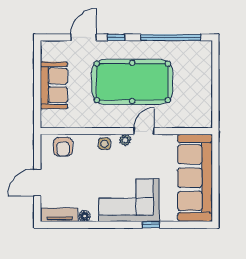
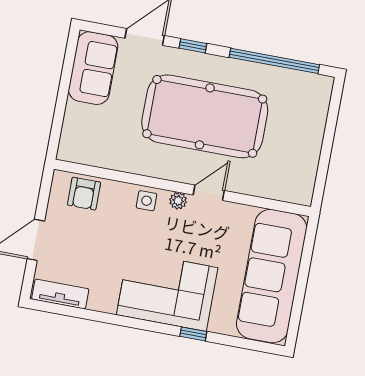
sofa: (54, 85) -> (93, 68), moved
floor lamp: (85, 216) -> (97, 303), removed

